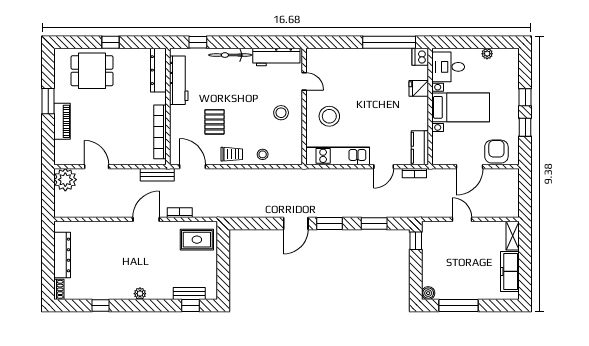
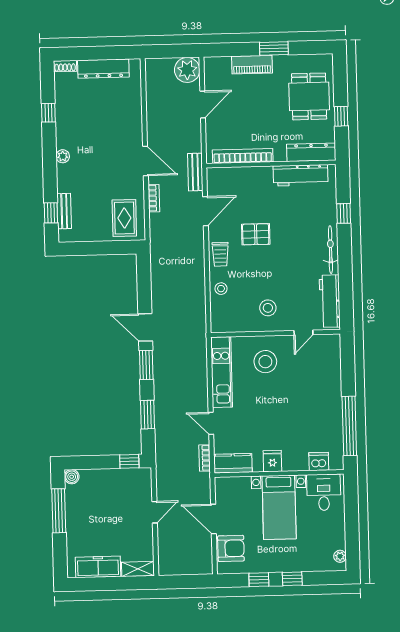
plant: (487, 54) -> (340, 556), moved
dishwasher: (420, 57) -> (319, 461), moved
dresser: (158, 70) -> (311, 152), moved
workbench: (179, 80) -> (301, 175), moved
fridge: (419, 88) -> (272, 461), moved
wall: (168, 106) -> (271, 164), moved
bookcase: (160, 132) -> (243, 156), moved

